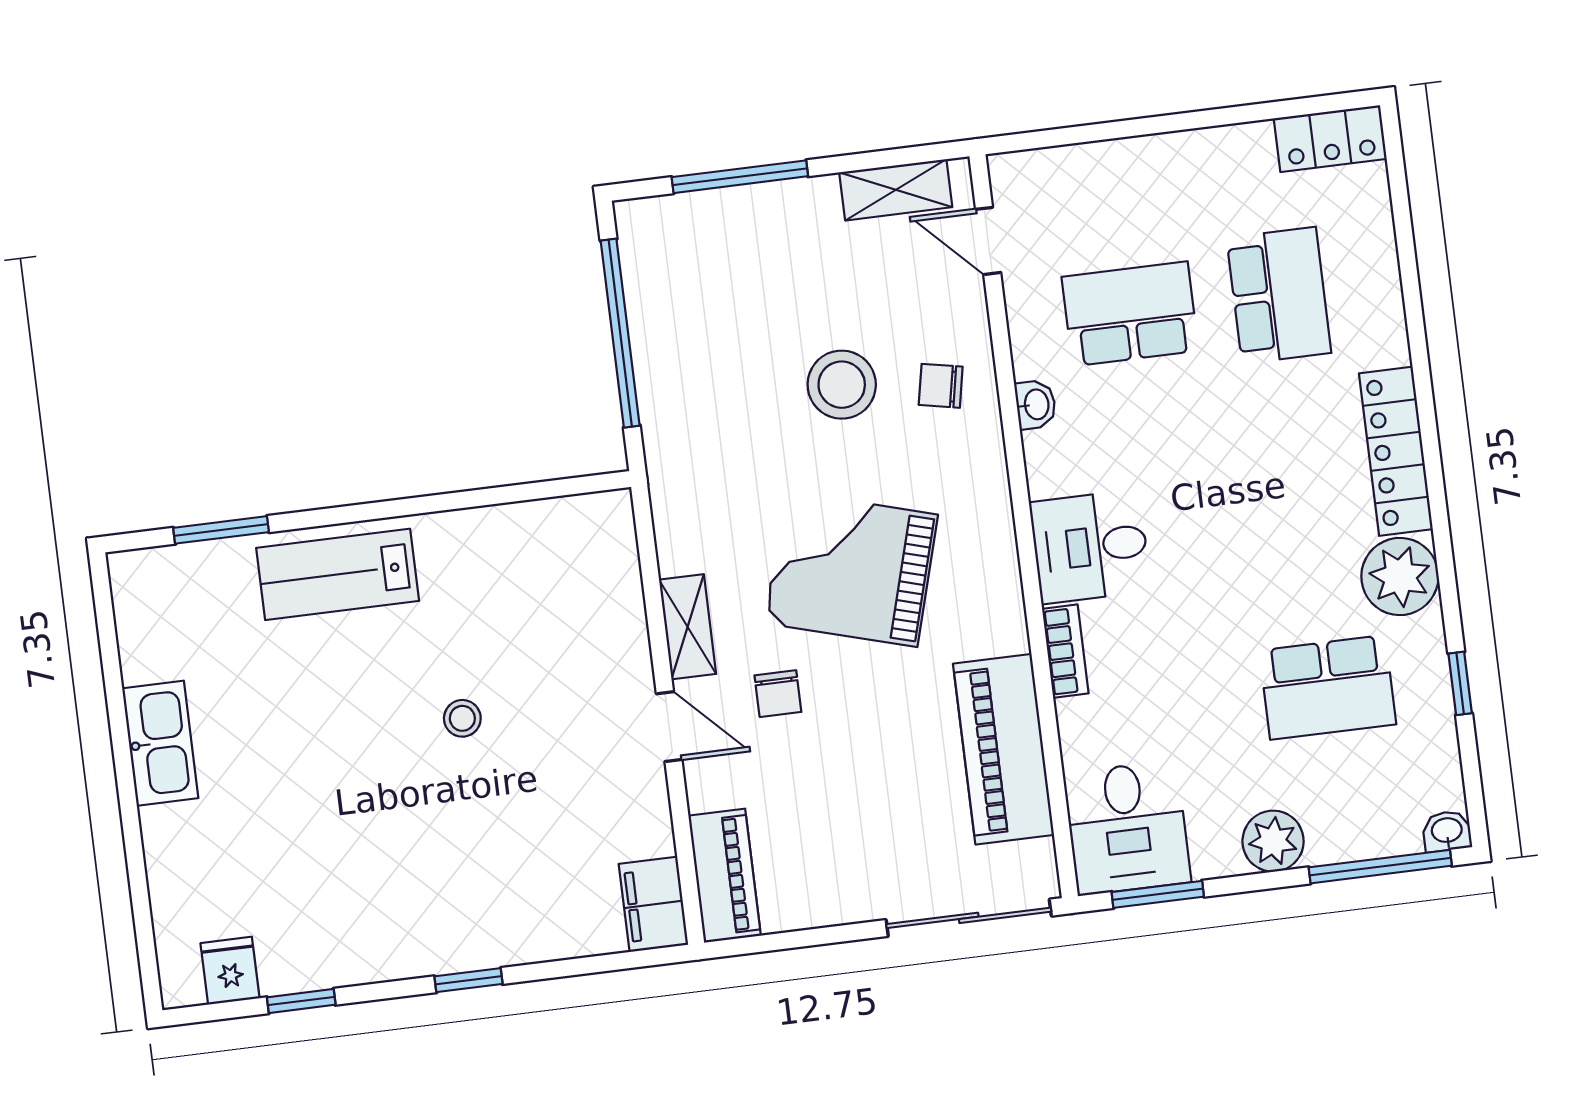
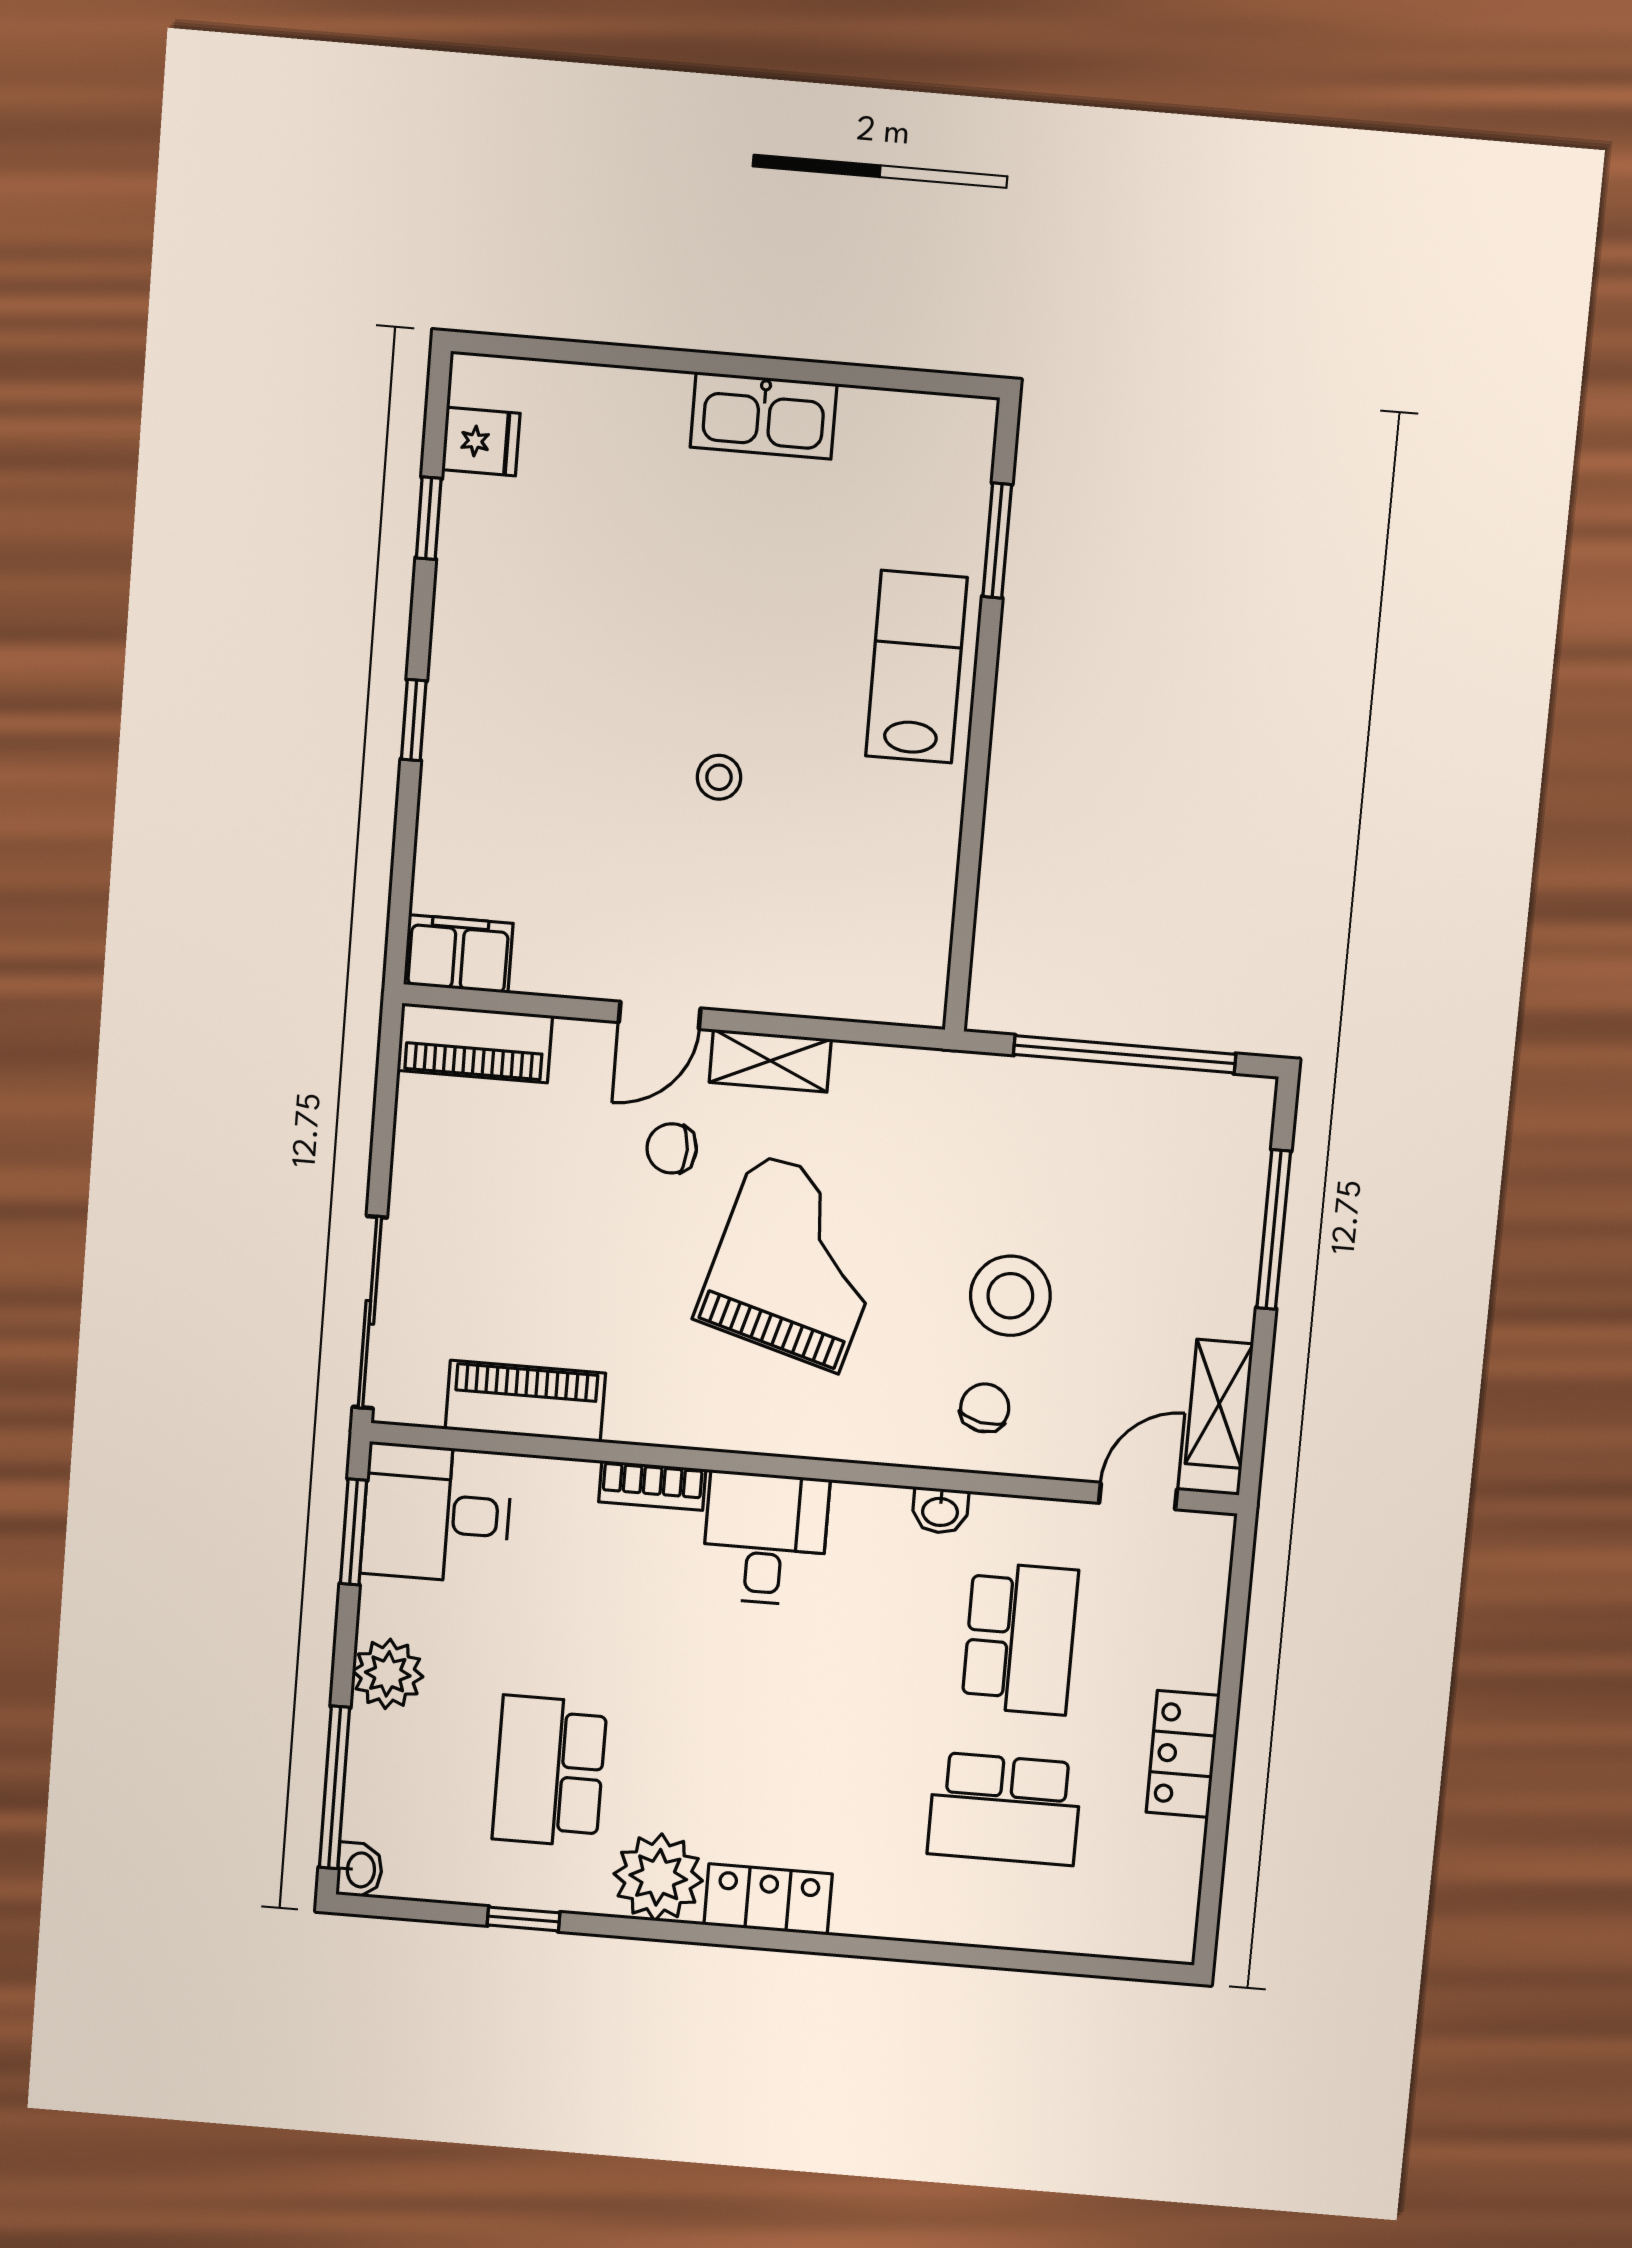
locker: (1330, 139) -> (1183, 1754), moved
locker: (1396, 451) -> (768, 1899), width x0.66
piano: (1004, 749) -> (525, 1401), width x0.73, depth x0.75

